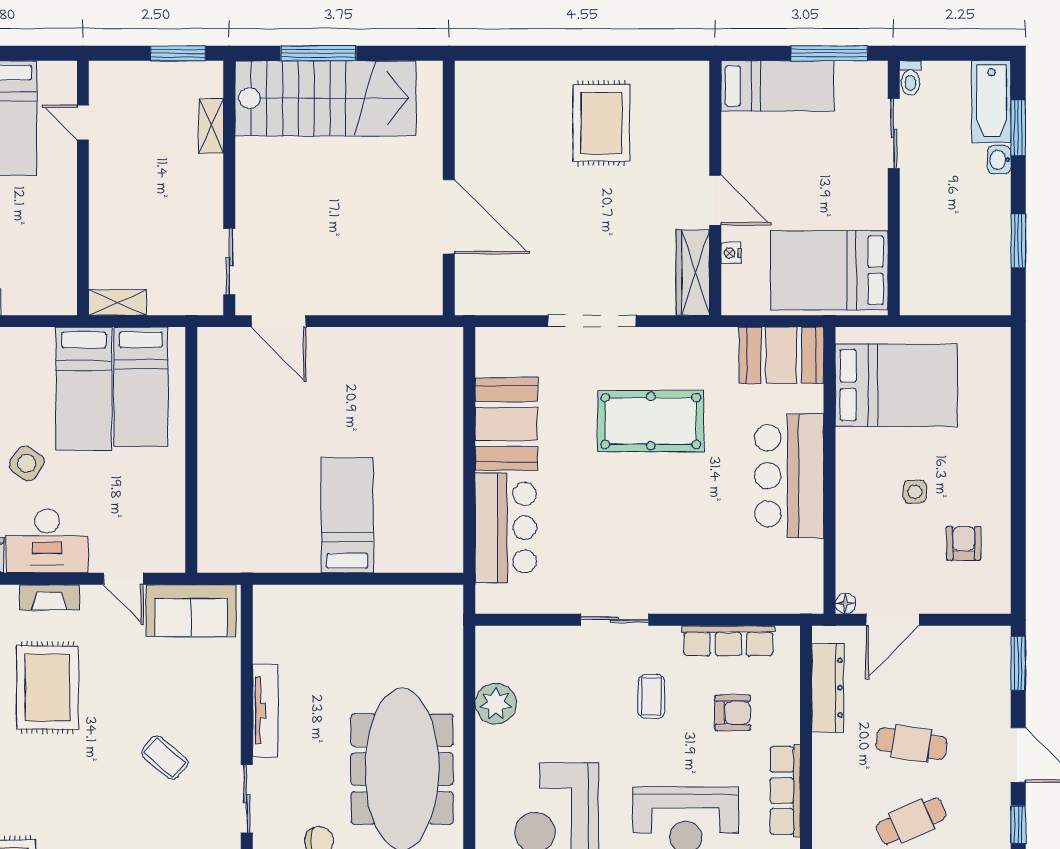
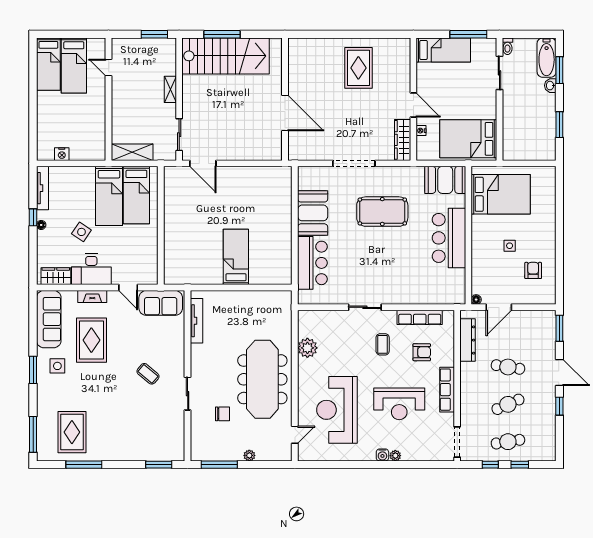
shelving: (211, 126) -> (170, 89), moved
shelving: (117, 302) -> (132, 152), width x1.50, depth x1.33
tv unit: (265, 711) -> (196, 321), moved

